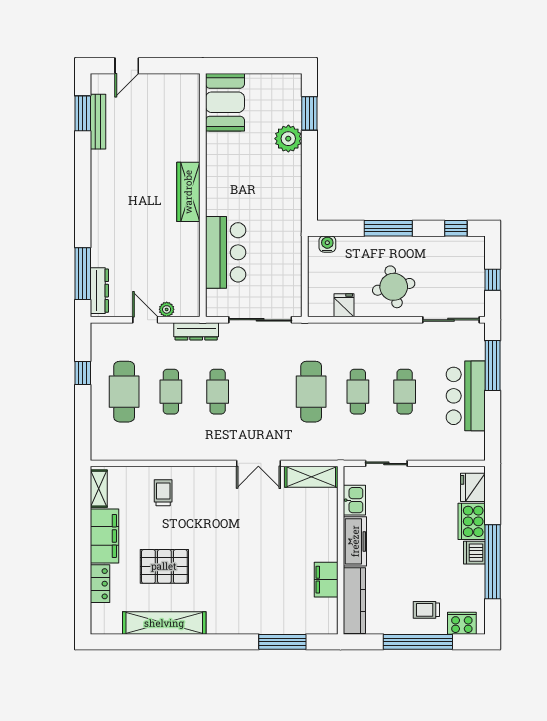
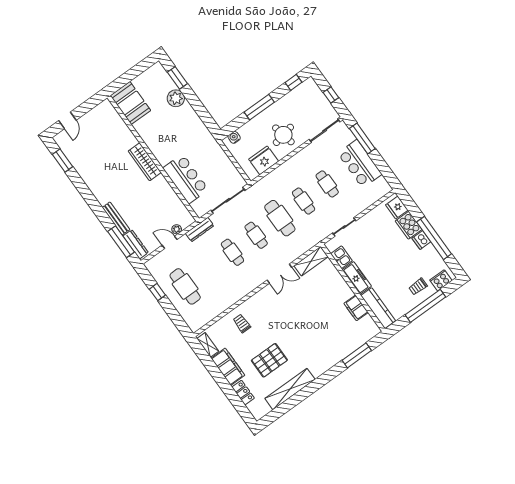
bench: (98, 122) -> (116, 218), moved
fridge: (344, 305) -> (264, 160), width x1.88, depth x1.34
cafe table: (171, 392) -> (256, 235), moved

